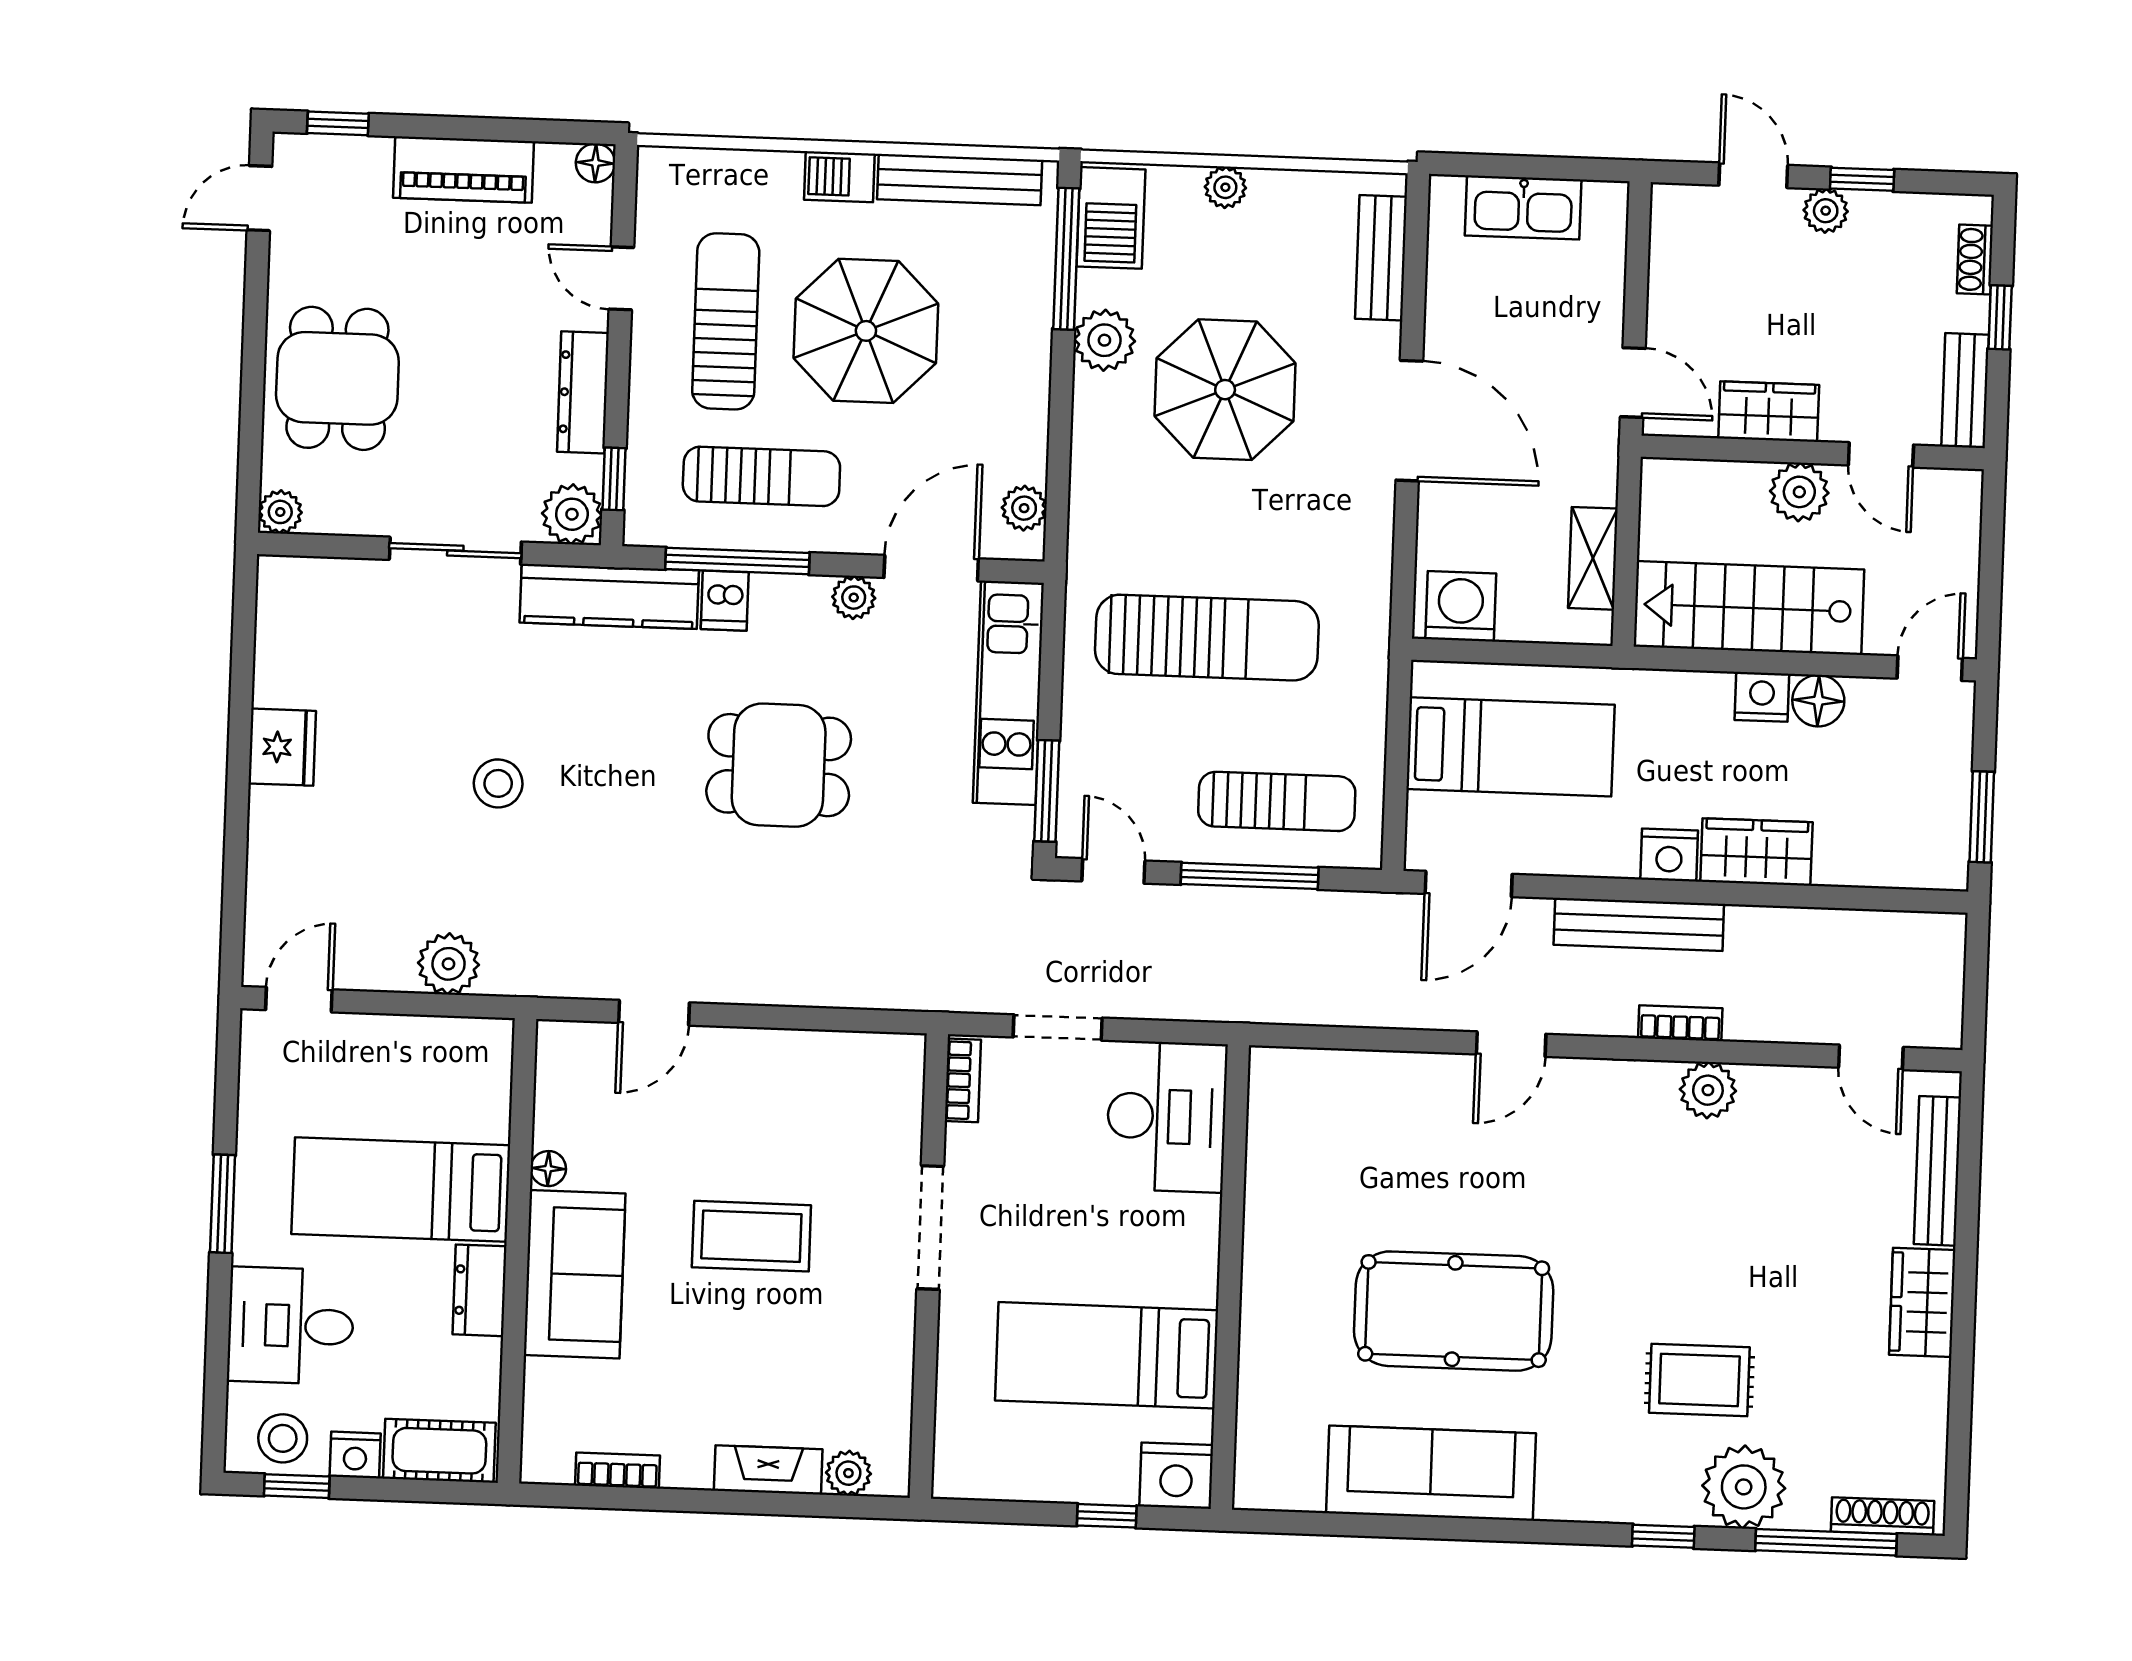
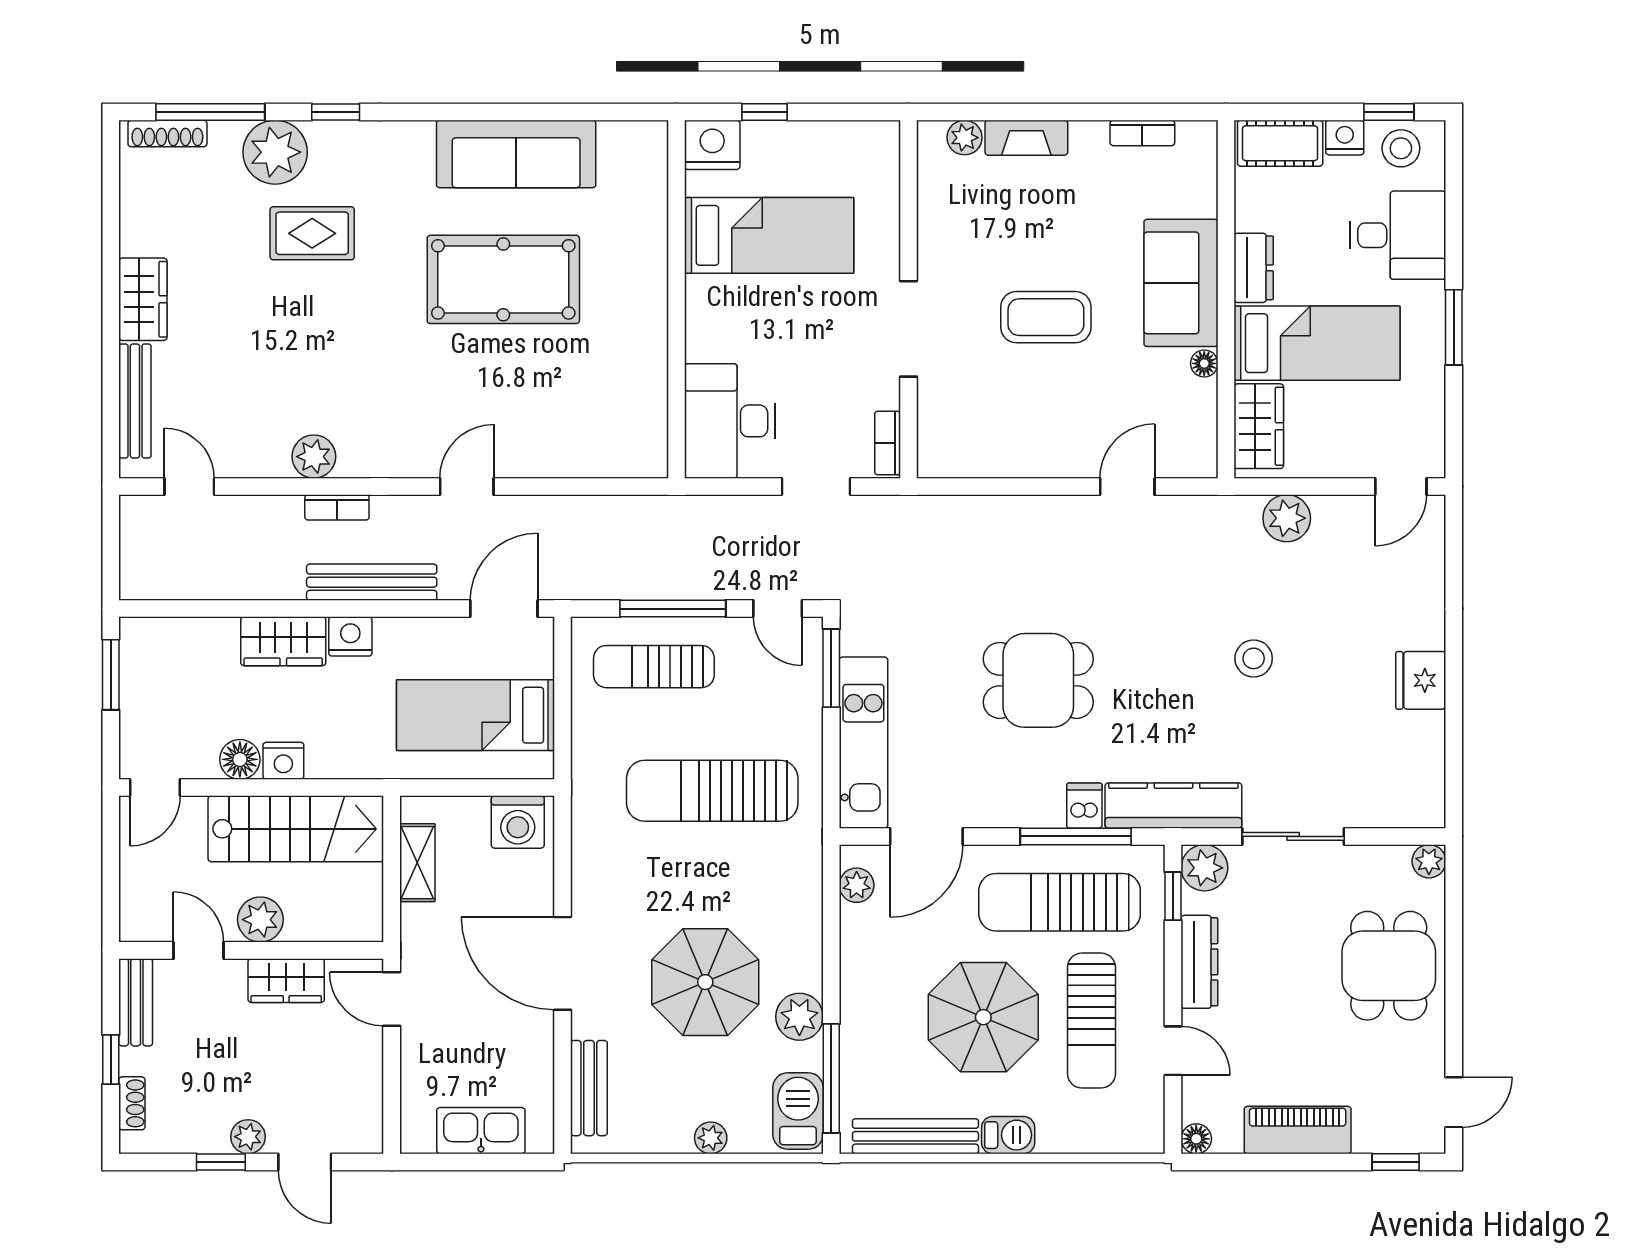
sun lounger: (761, 476) -> (1060, 902), width x1.36, depth x1.34
plant: (854, 598) -> (985, 812), removed
wardrobe: (480, 1085) -> (1259, 426), added

